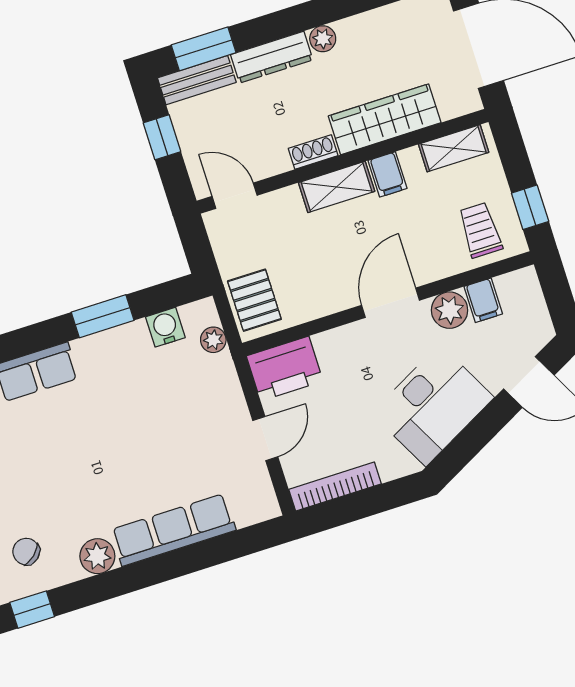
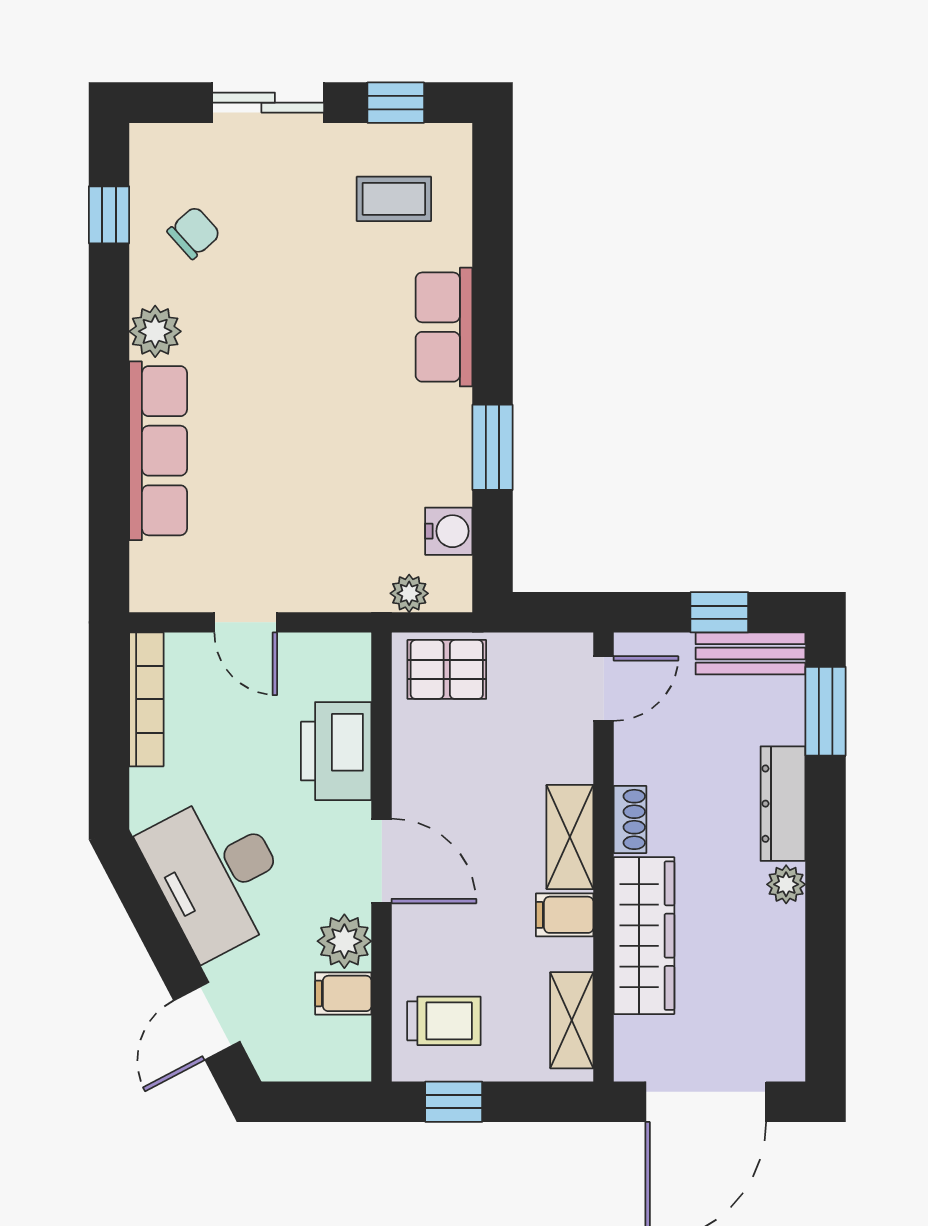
bench: (197, 80) -> (750, 653), moved, turned 90
printer: (285, 369) -> (336, 751), moved

